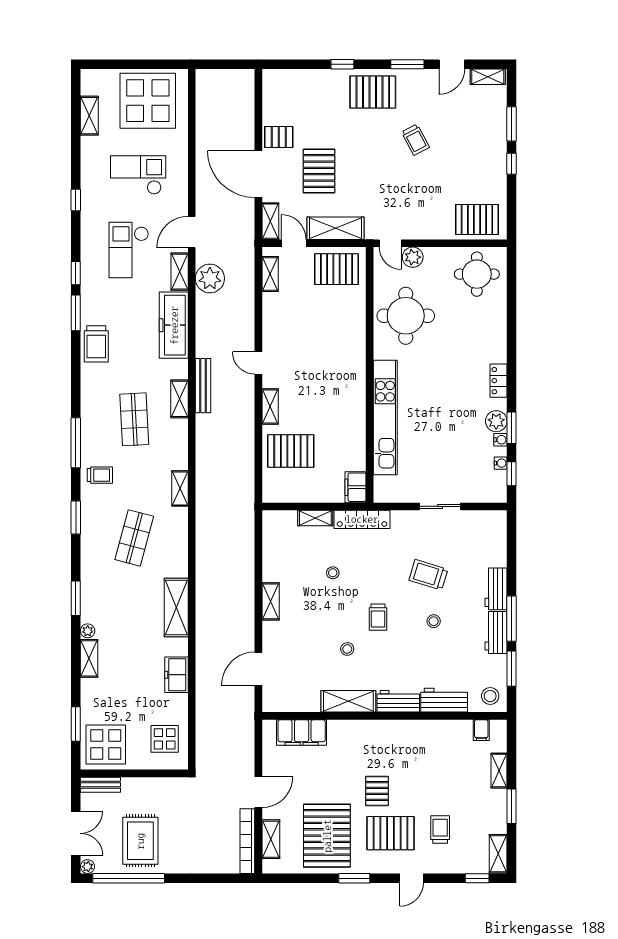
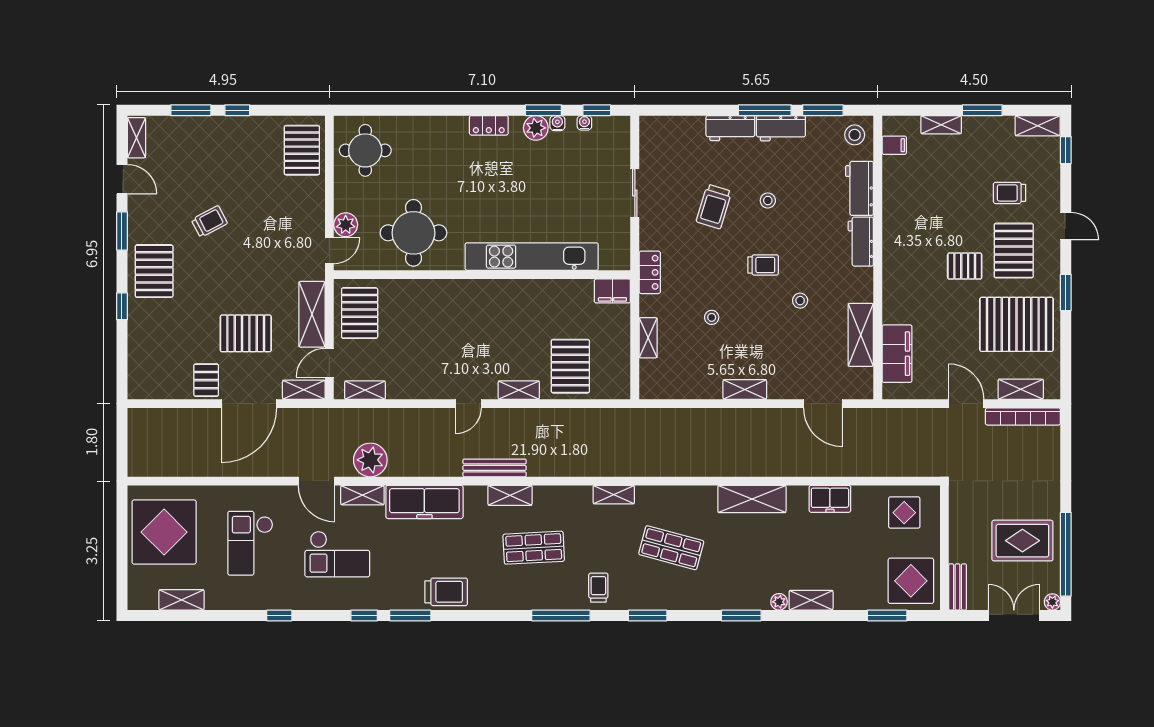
locker: (362, 519) -> (650, 272), width x0.66
shelving: (348, 701) -> (861, 335), moved

